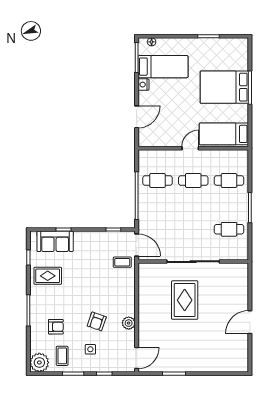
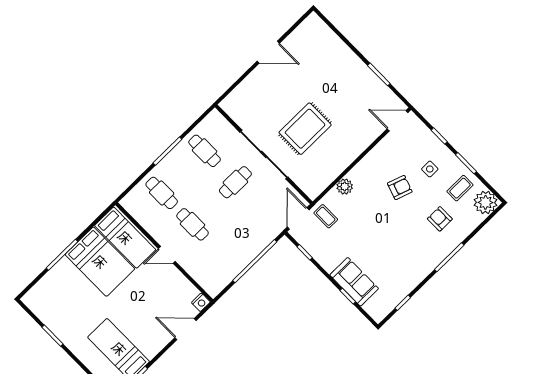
nightstand: (143, 85) -> (201, 302), moved
bed: (224, 87) -> (100, 262), moved
cafe table: (158, 180) -> (235, 182), moved, turned 90
sofa: (55, 241) -> (354, 282), moved
rug: (48, 276) -> (402, 270), removed
plant: (129, 323) -> (345, 187), moved

